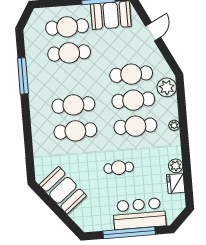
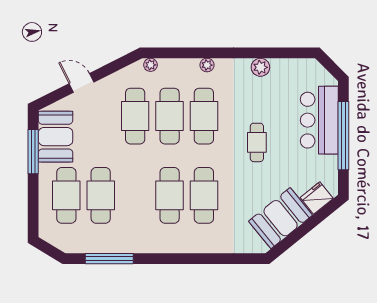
window: (23, 76) -> (109, 259), moved
plant: (167, 87) -> (150, 65), width x0.53, depth x0.53
fridge: (176, 183) -> (317, 198), moved, turned 141

